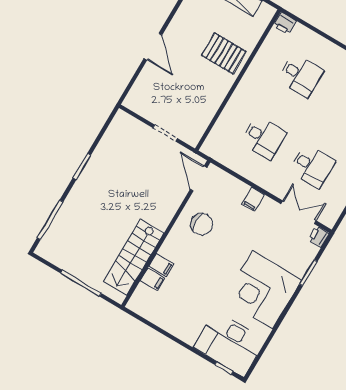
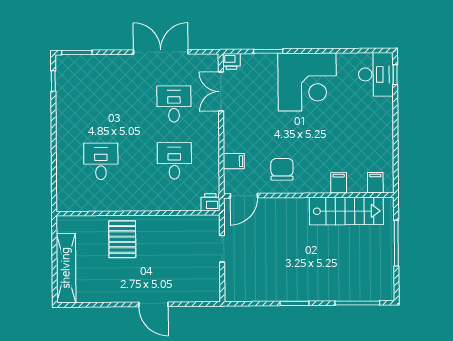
printer: (285, 23) -> (210, 202), moved, turned -90
door: (153, 47) -> (153, 304), swing flipped
filing cabinet: (253, 199) -> (234, 161), moved
filing cabinet: (153, 279) -> (375, 183), moved
desk: (230, 344) -> (376, 74), width x0.73, depth x0.77

